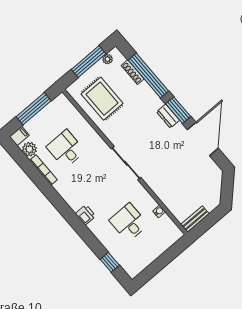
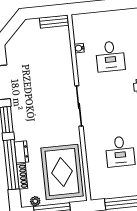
rug: (102, 99) -> (62, 172), width x1.37, depth x1.44
dresser: (168, 116) -> (21, 152), moved

